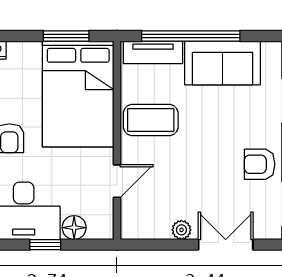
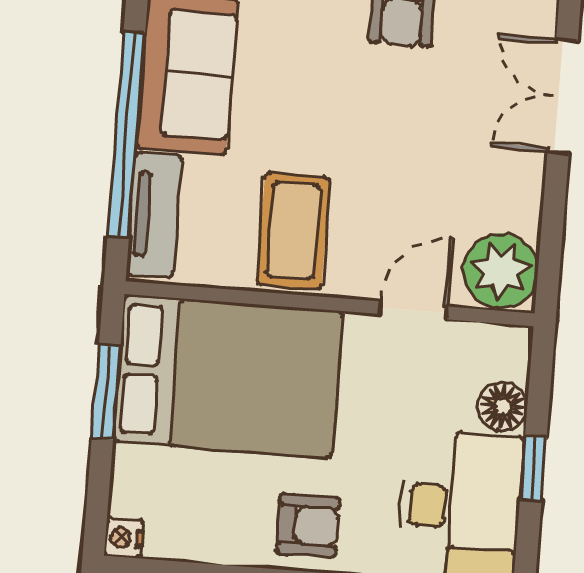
door: (117, 181) -> (414, 310), hinge flipped
plant: (181, 230) -> (501, 271), moved, width x1.88, depth x1.88

